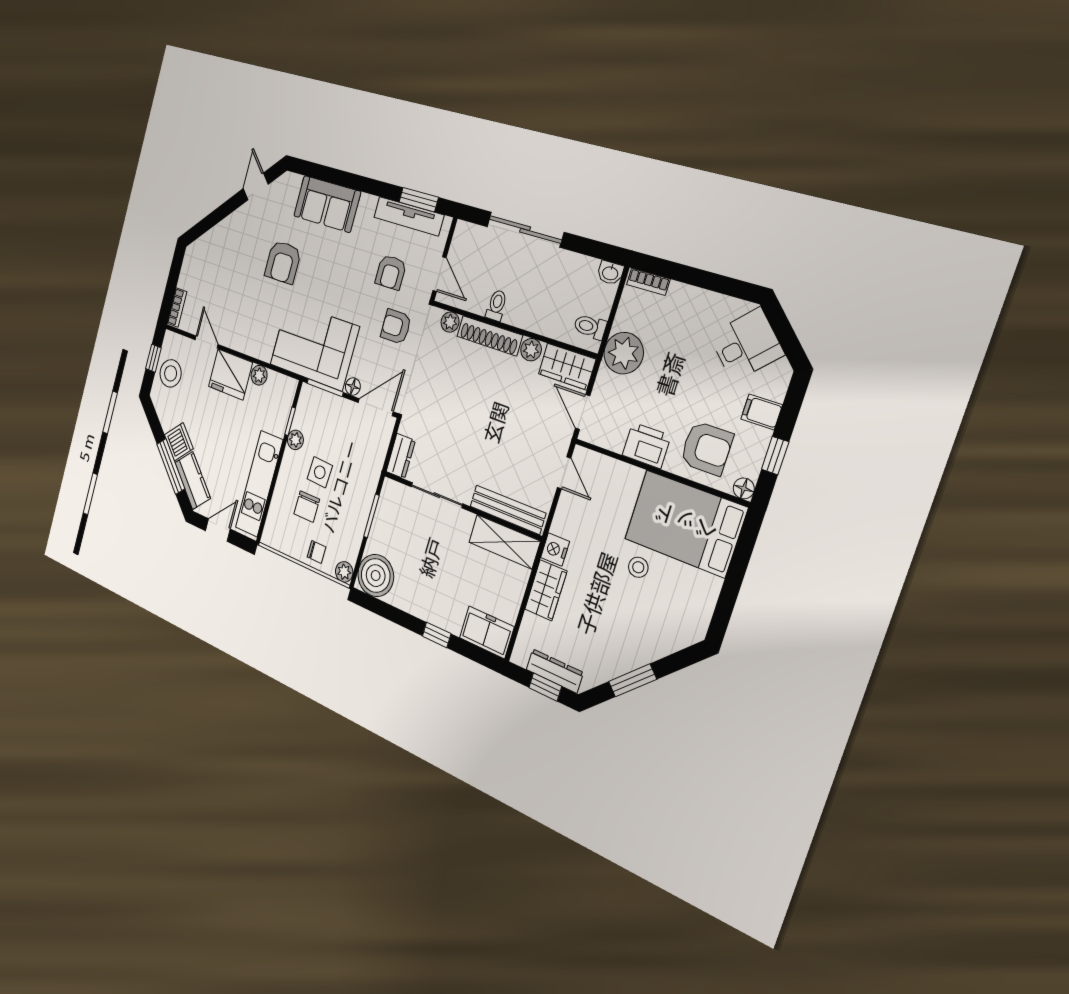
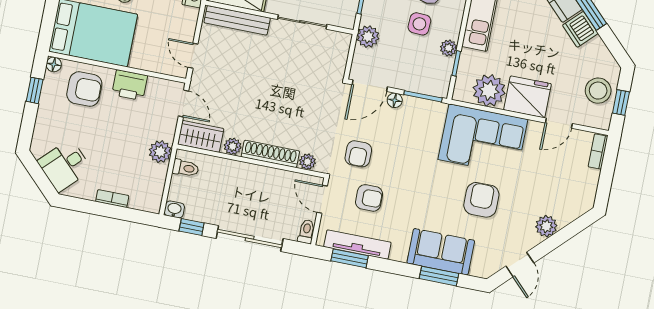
window: (332, 175) -> (439, 276), added
plant: (228, 229) -> (546, 226), added
window: (592, 248) -> (192, 227), added
armchair: (391, 272) -> (369, 198), turned 90
bookcase: (648, 282) -> (112, 199), moved
toilet: (496, 305) -> (306, 232), moved, turned 180
armchair: (396, 327) -> (358, 154), turned 90
door: (207, 342) -> (559, 123), hinge flipped
corner sofa: (314, 346) -> (483, 139), moved
plant: (624, 353) -> (160, 152), width x0.73, depth x0.73
plant: (259, 375) -> (489, 90), width x1.88, depth x1.88
filing cabinet: (762, 412) -> (48, 120), removed
armchair: (706, 448) -> (84, 89), turned 180
dresser: (401, 456) -> (340, 49), removed
plant: (371, 466) -> (368, 37), added

